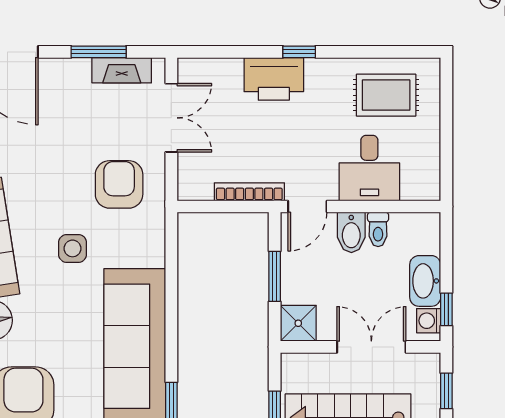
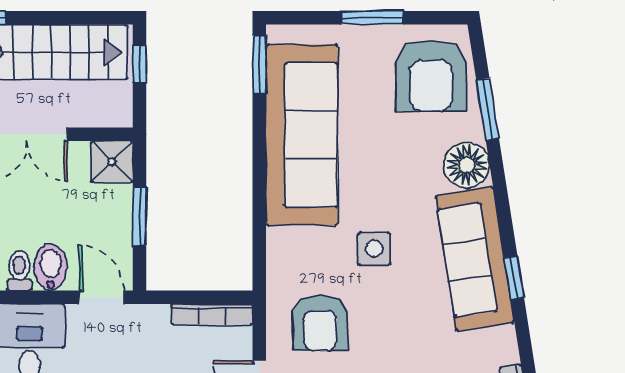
bookcase: (249, 192) -> (212, 314), moved
door: (307, 207) -> (101, 297), hinge flipped

